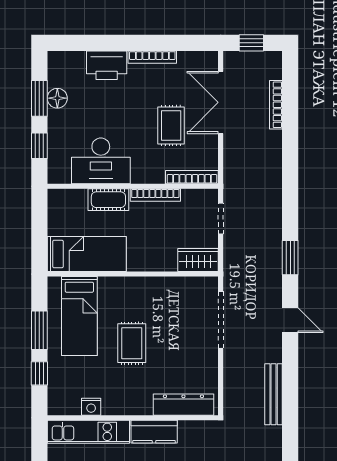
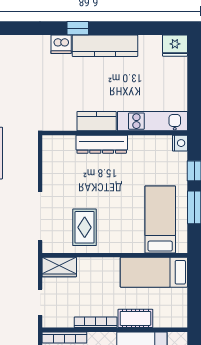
rug: (132, 343) -> (85, 227), moved
dresser: (183, 405) -> (102, 144), moved
nightstand: (91, 407) -> (180, 143), moved, turned 90

